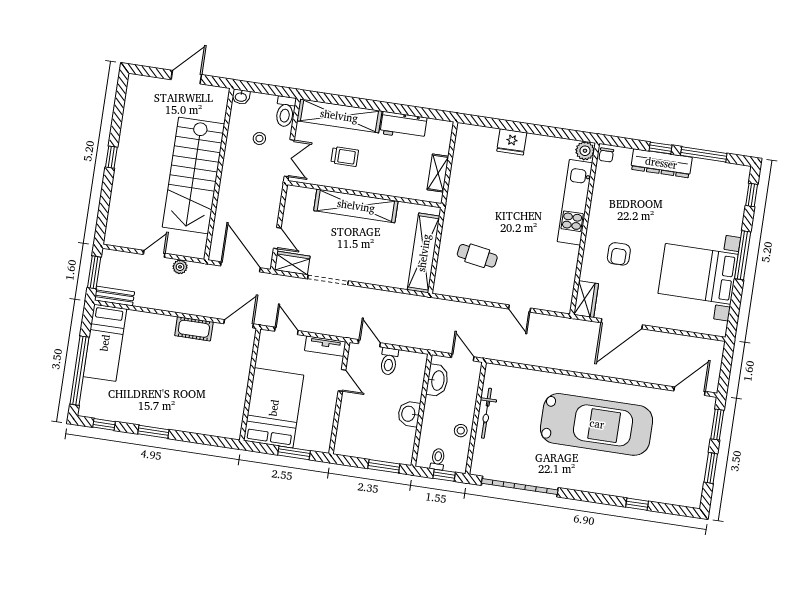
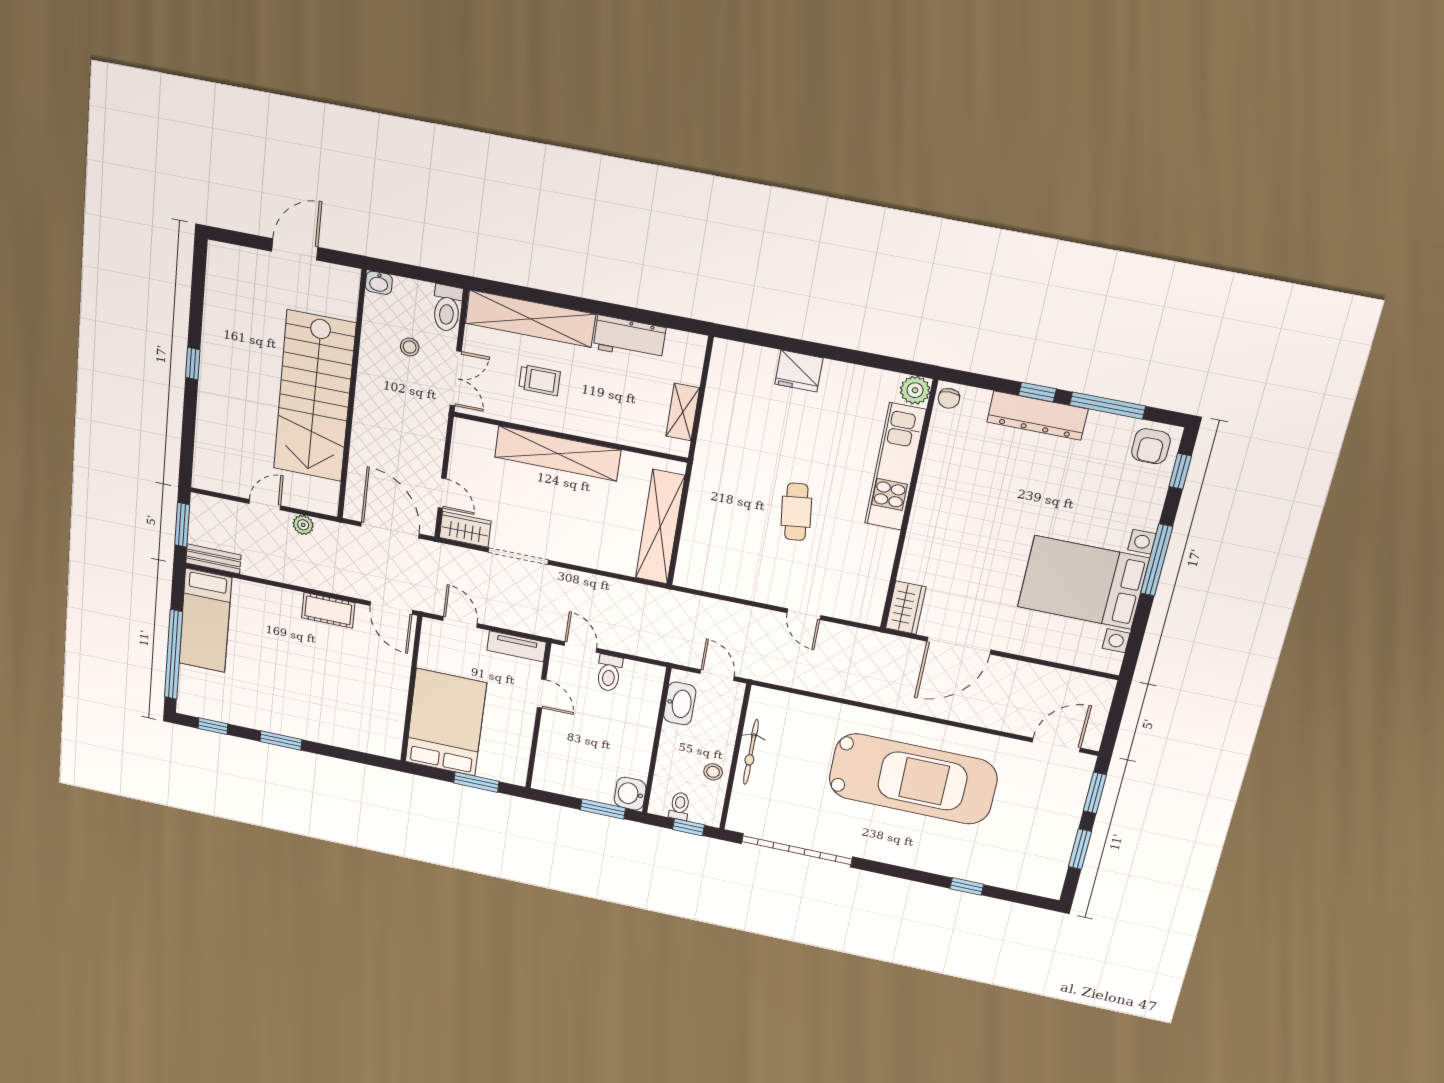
armchair: (619, 254) -> (1151, 446), moved
cafe table: (477, 256) -> (796, 512), moved, turned 74
door: (239, 324) -> (391, 608), swing flipped
washbasin: (409, 414) -> (630, 794), moved

